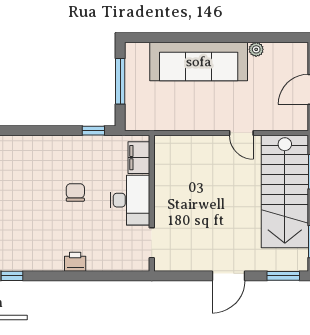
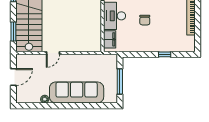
window: (93, 131) -> (165, 54), moved
door: (241, 133) -> (53, 53), swing flipped

